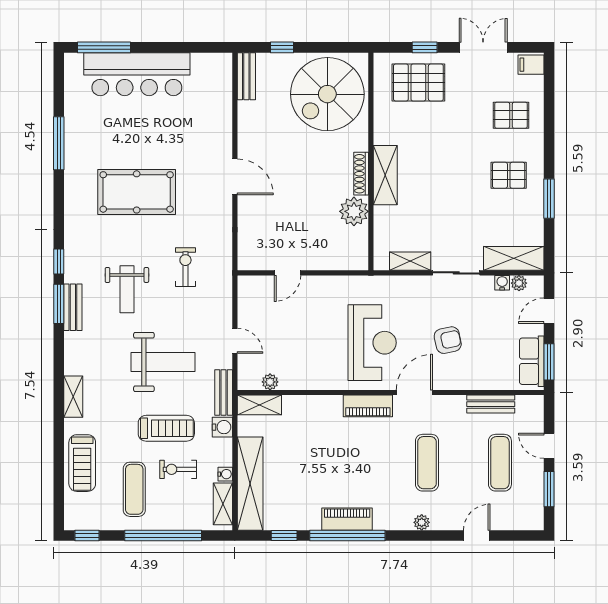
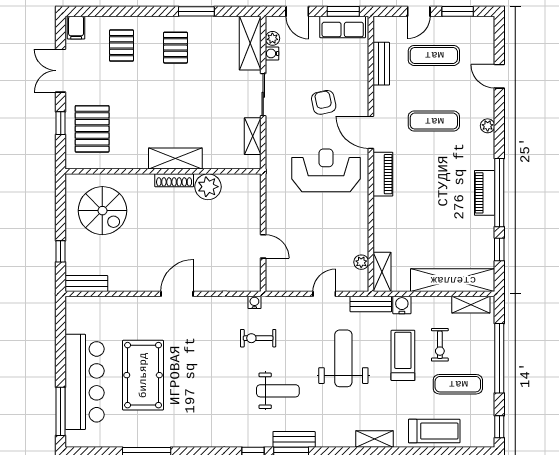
spiral stairs: (327, 94) -> (102, 211), width x0.73, depth x0.73
pool table: (137, 192) -> (143, 375), moved
water cooler: (225, 474) -> (254, 302), moved

